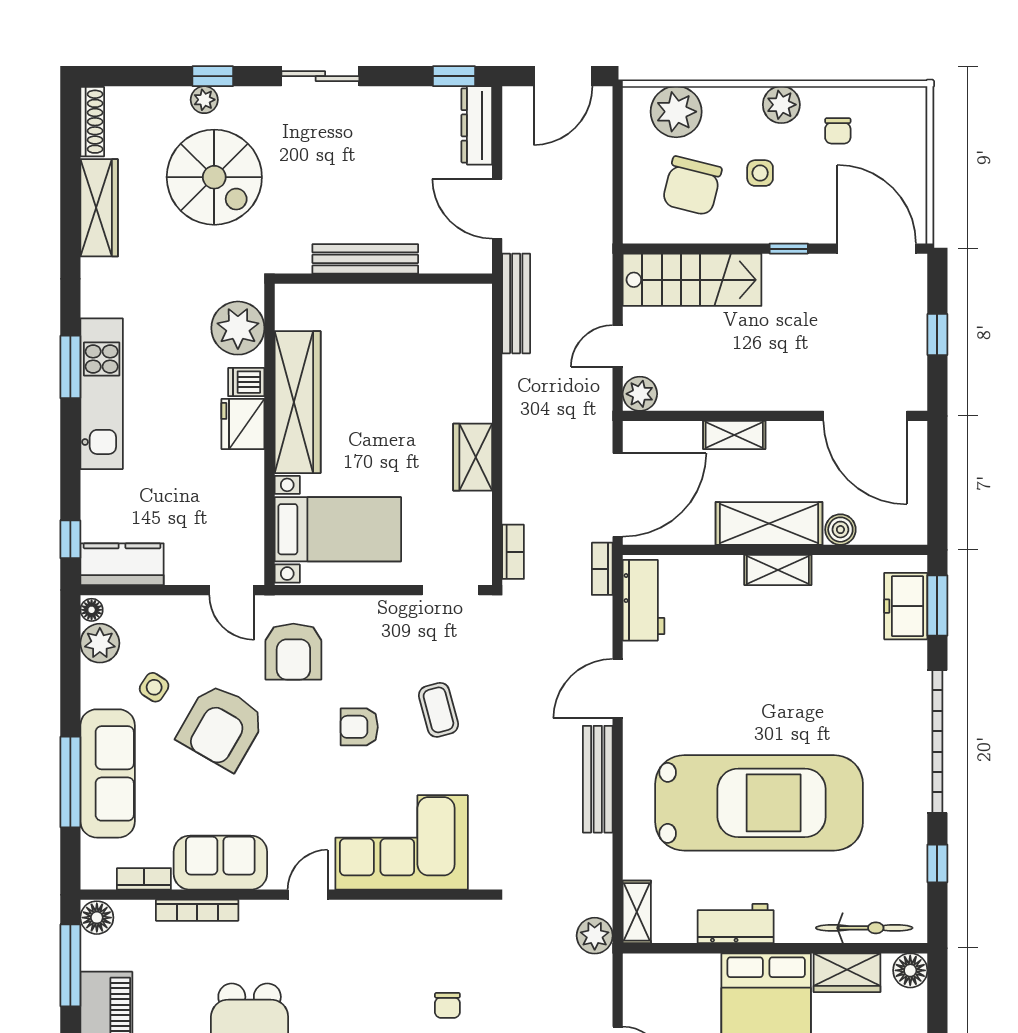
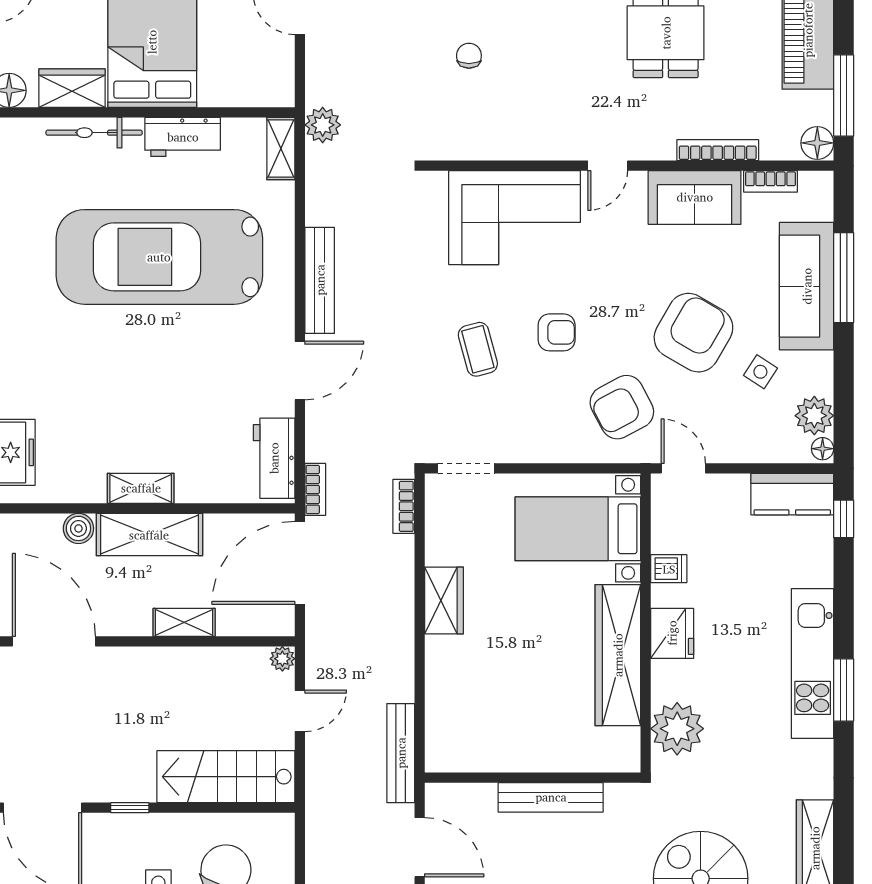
dishwasher: (246, 382) -> (669, 569), moved
plant: (640, 394) -> (282, 659), width x0.73, depth x0.73
armchair: (293, 652) -> (622, 407), turned -118
bicycle: (864, 928) -> (94, 133), moved

